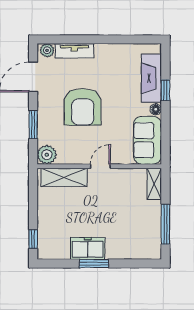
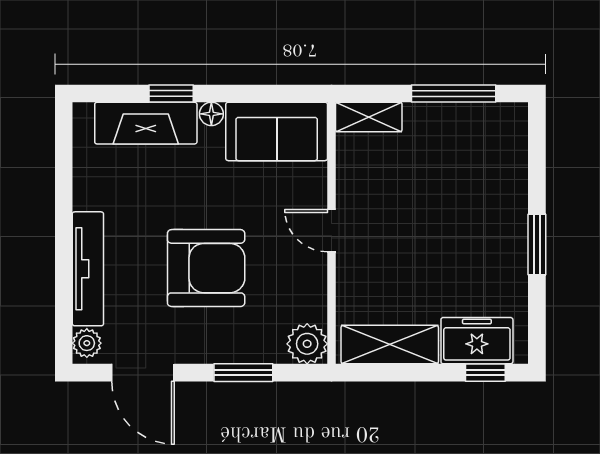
tv unit: (74, 51) -> (88, 269), width x1.41
shelving: (64, 177) -> (390, 345), moved, turned 90
freezer: (88, 248) -> (477, 341), moved, turned 90

